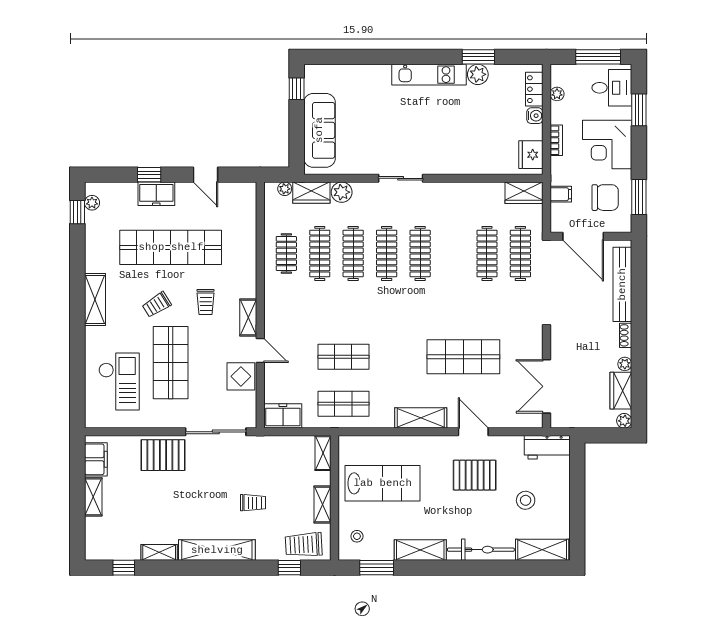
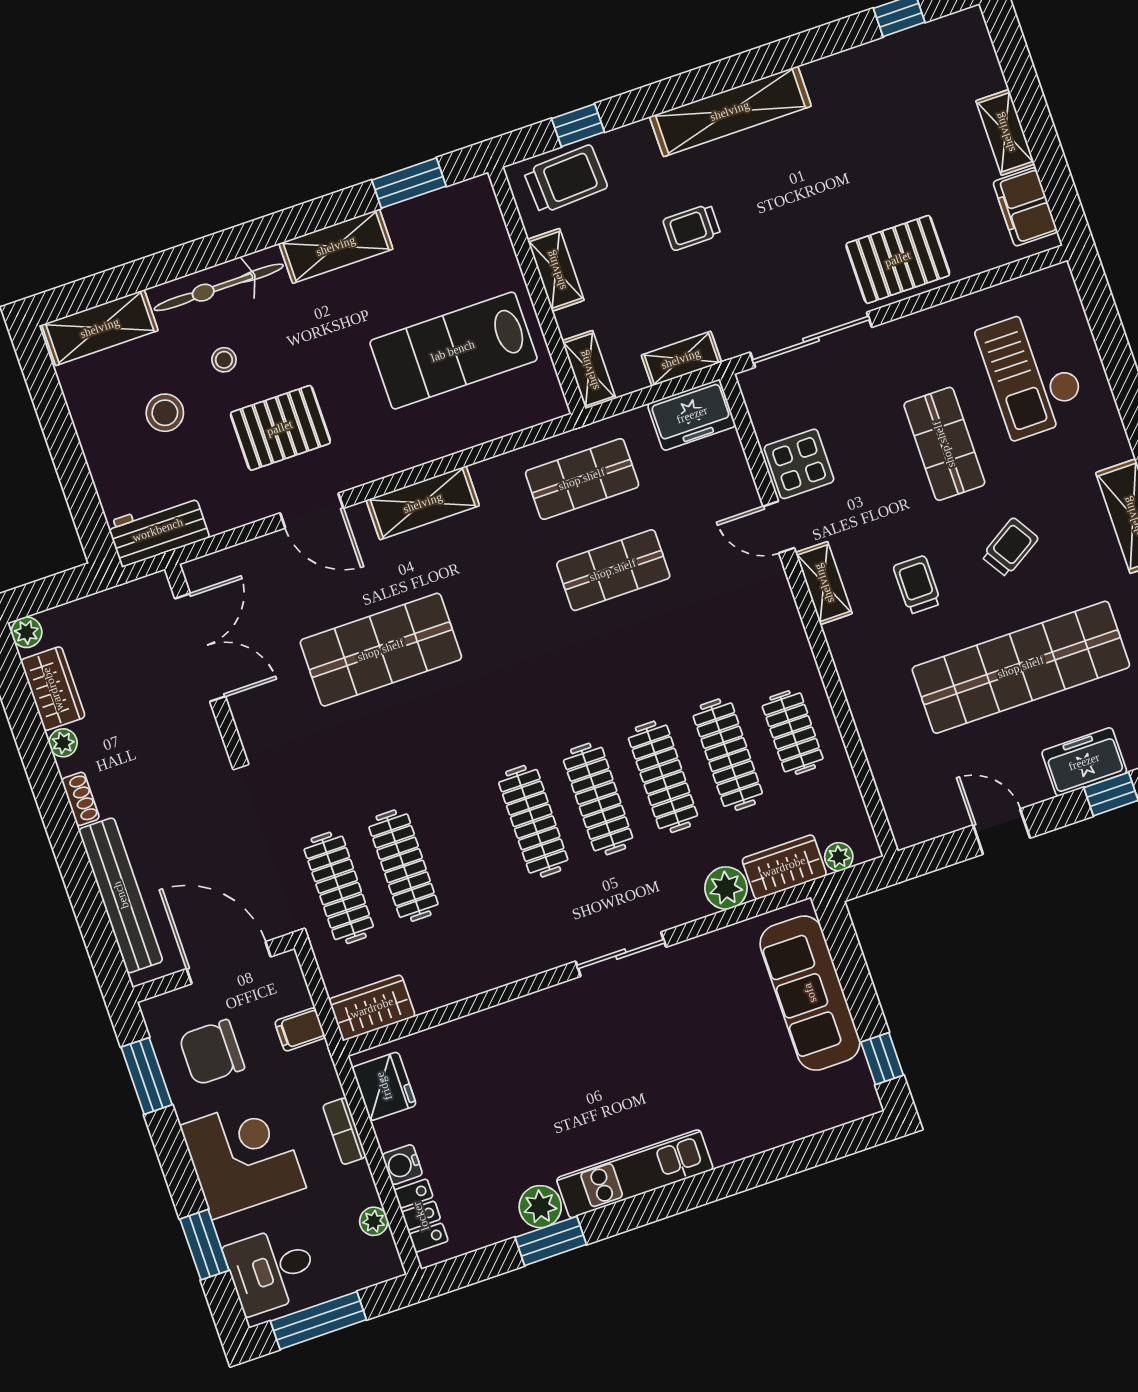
shop shelf: (171, 363) -> (944, 444), width x0.70, depth x0.74
stool: (357, 536) -> (224, 360), moved
shelving: (159, 552) -> (681, 359), moved

